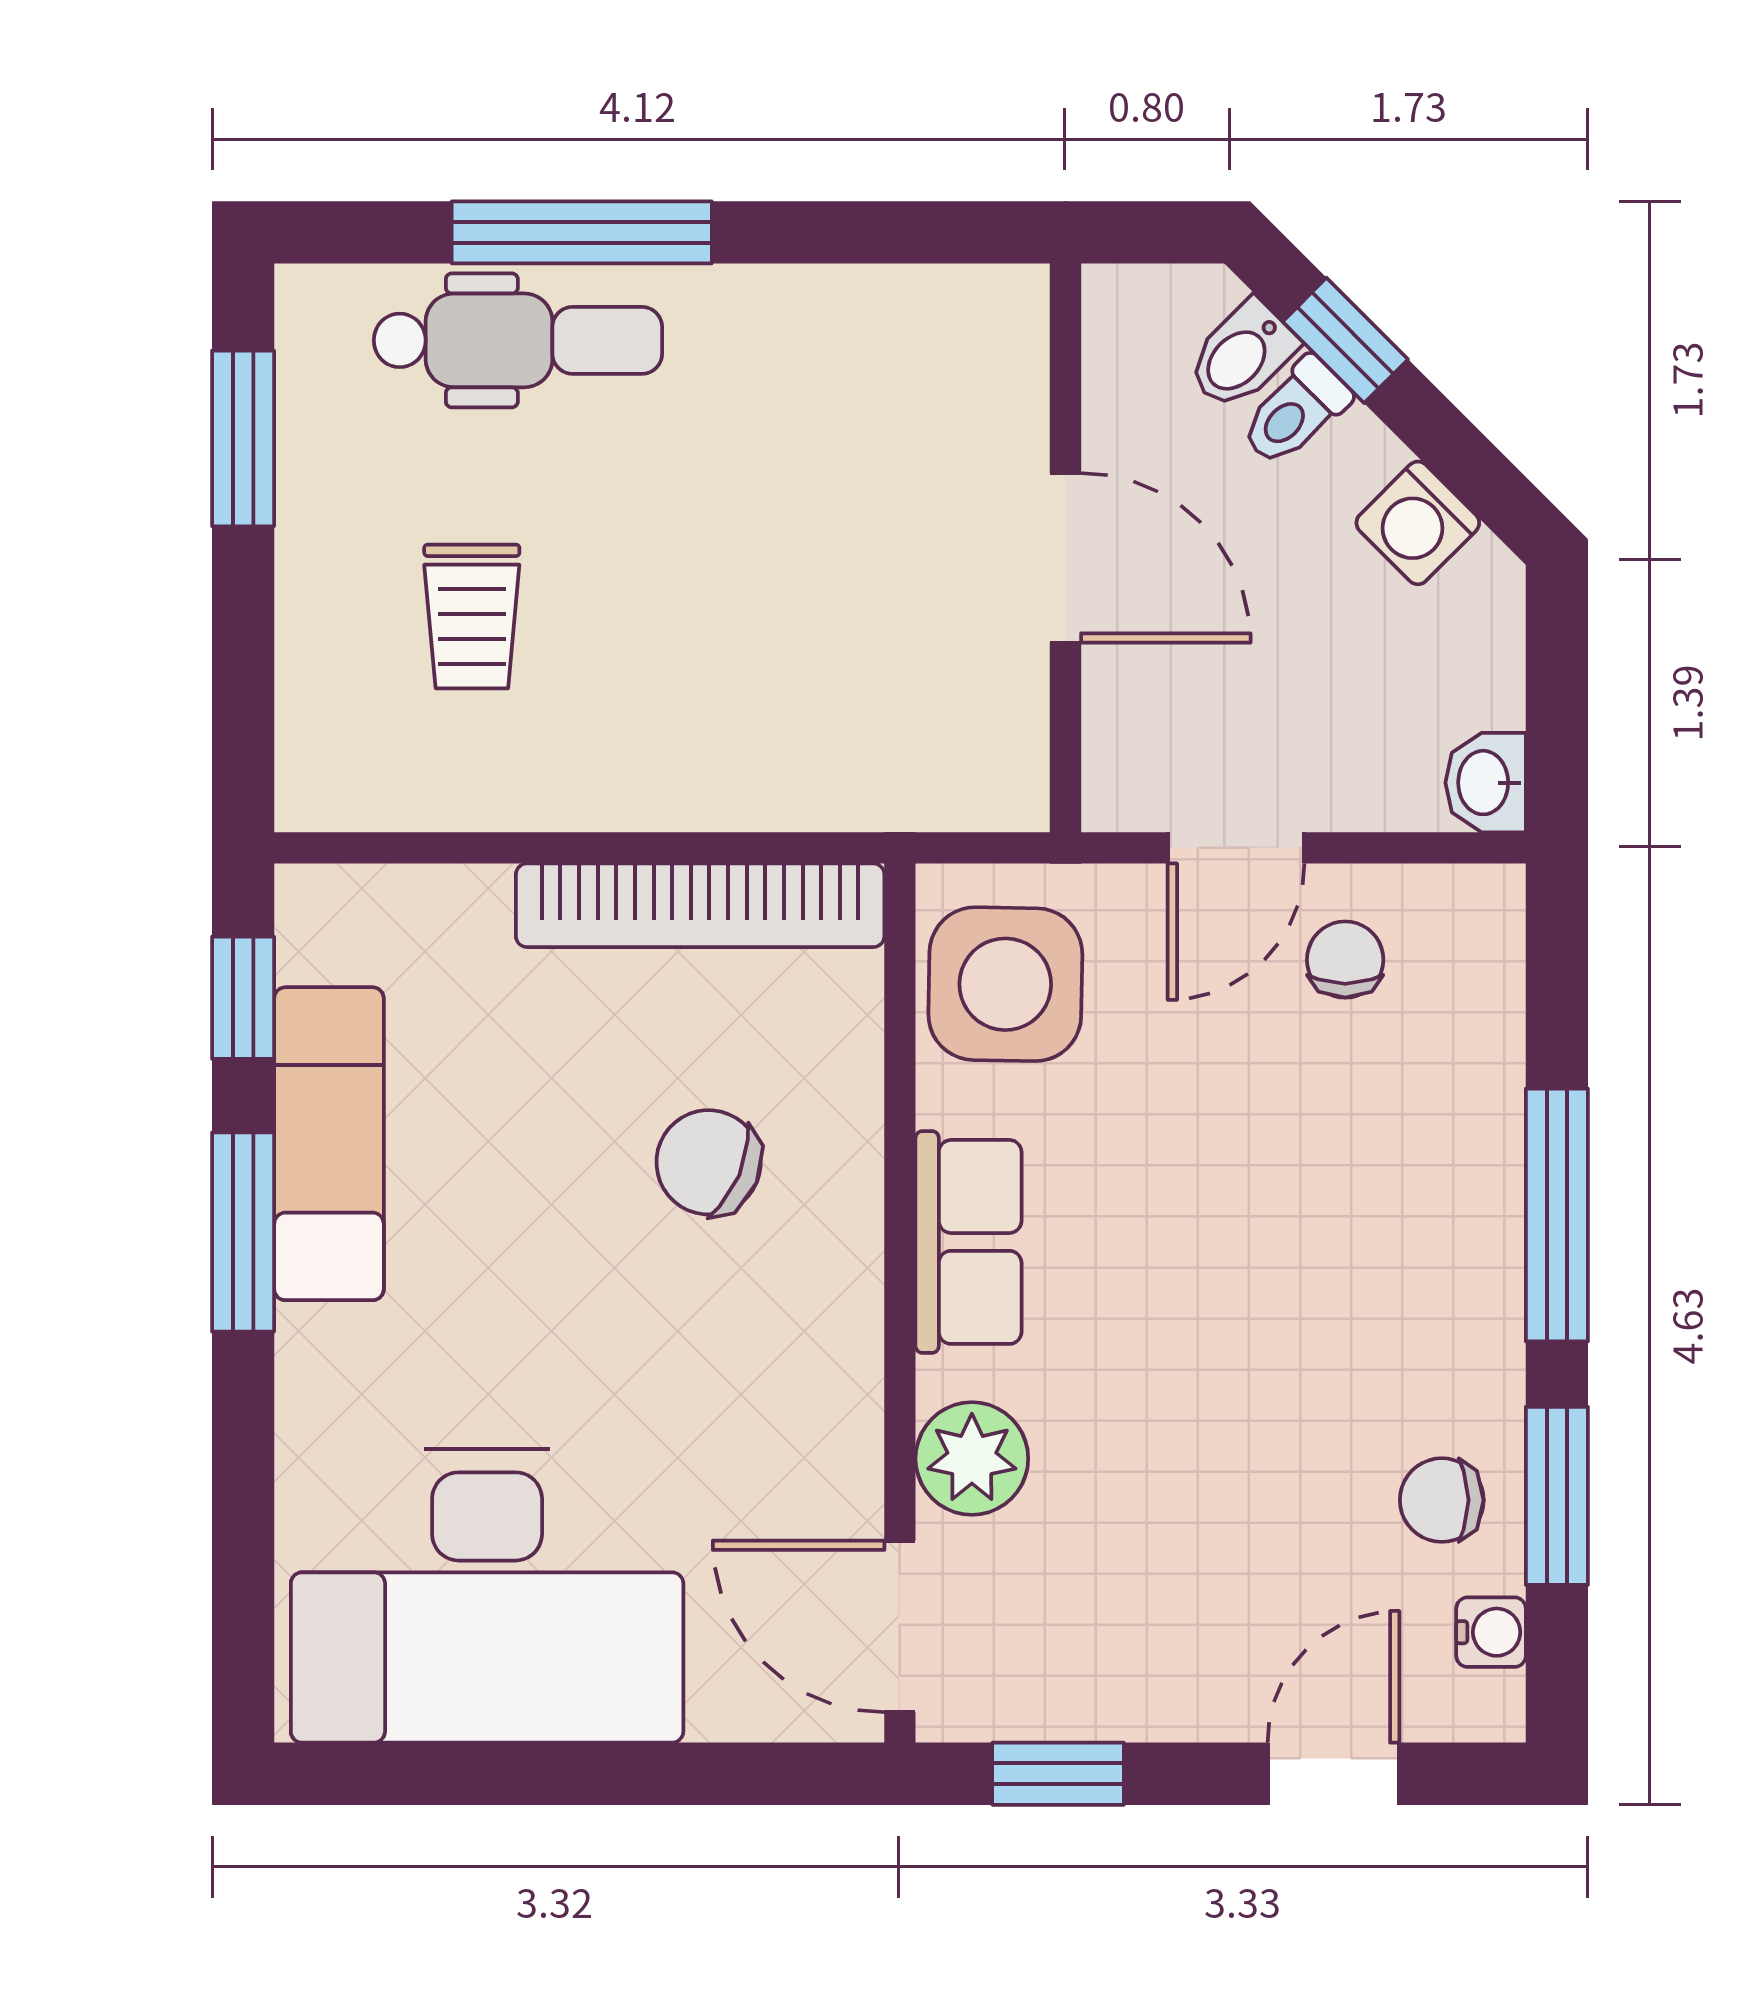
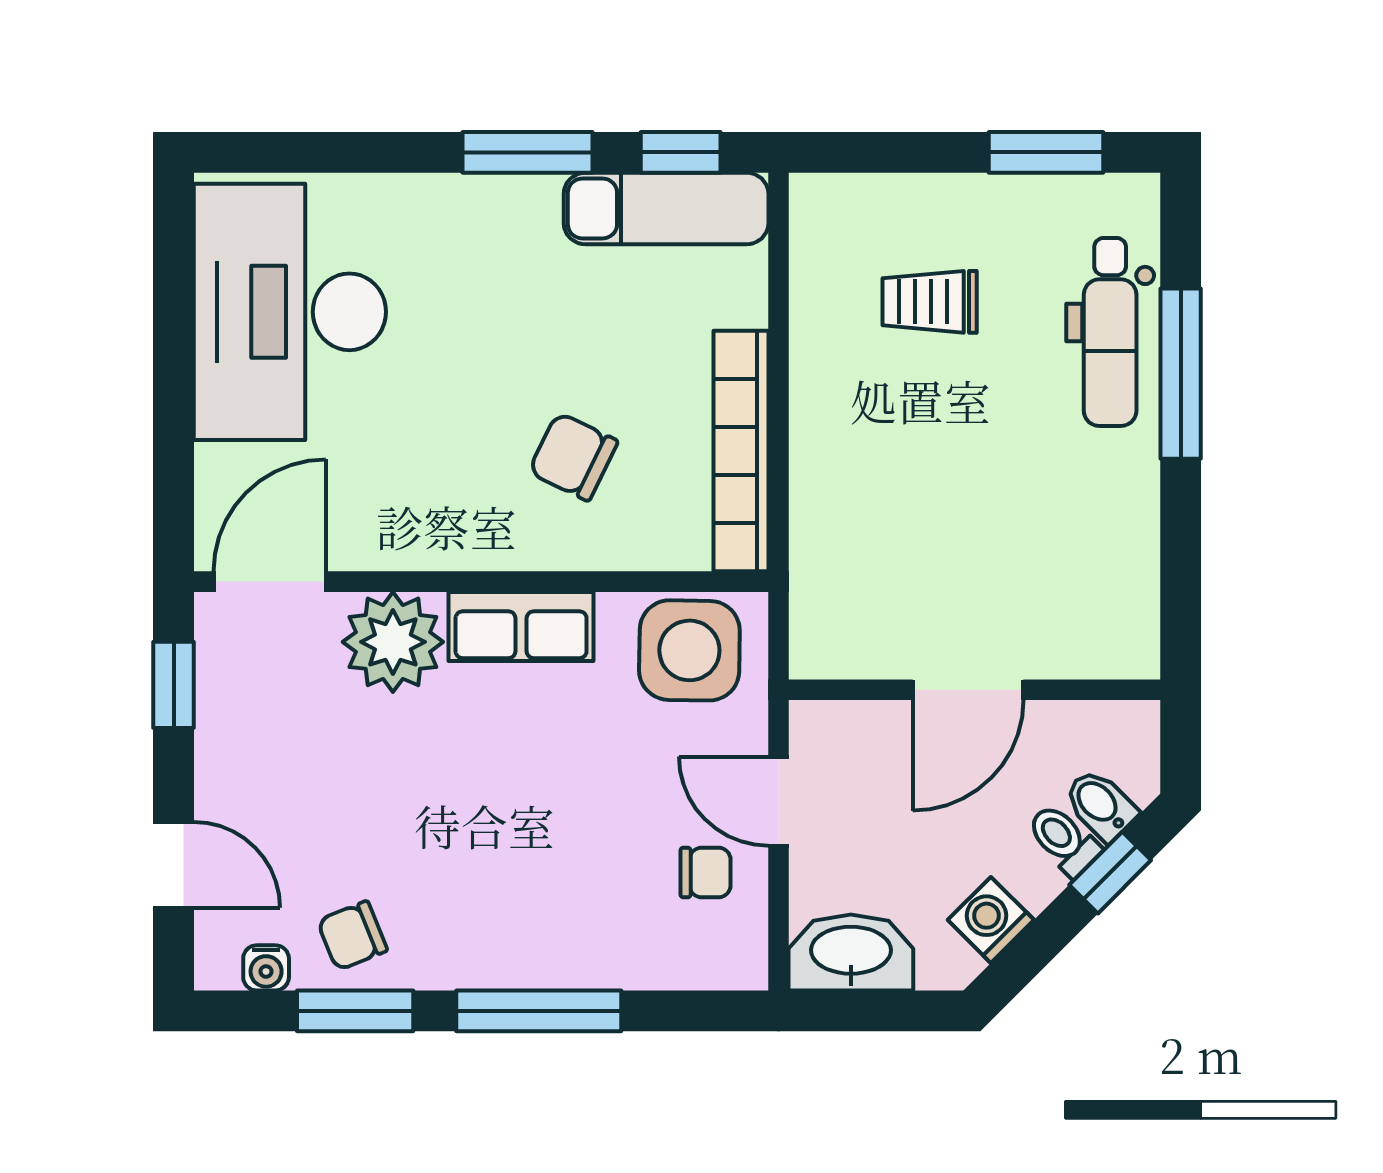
washbasin: (1486, 783) -> (851, 952), width x1.91, depth x1.45
exam couch: (329, 1144) -> (666, 208), moved
chair: (709, 1162) -> (573, 457), turned -87
plant: (972, 1459) -> (393, 642), width x1.36, depth x1.36
chair: (1442, 1500) -> (352, 936), turned -112

